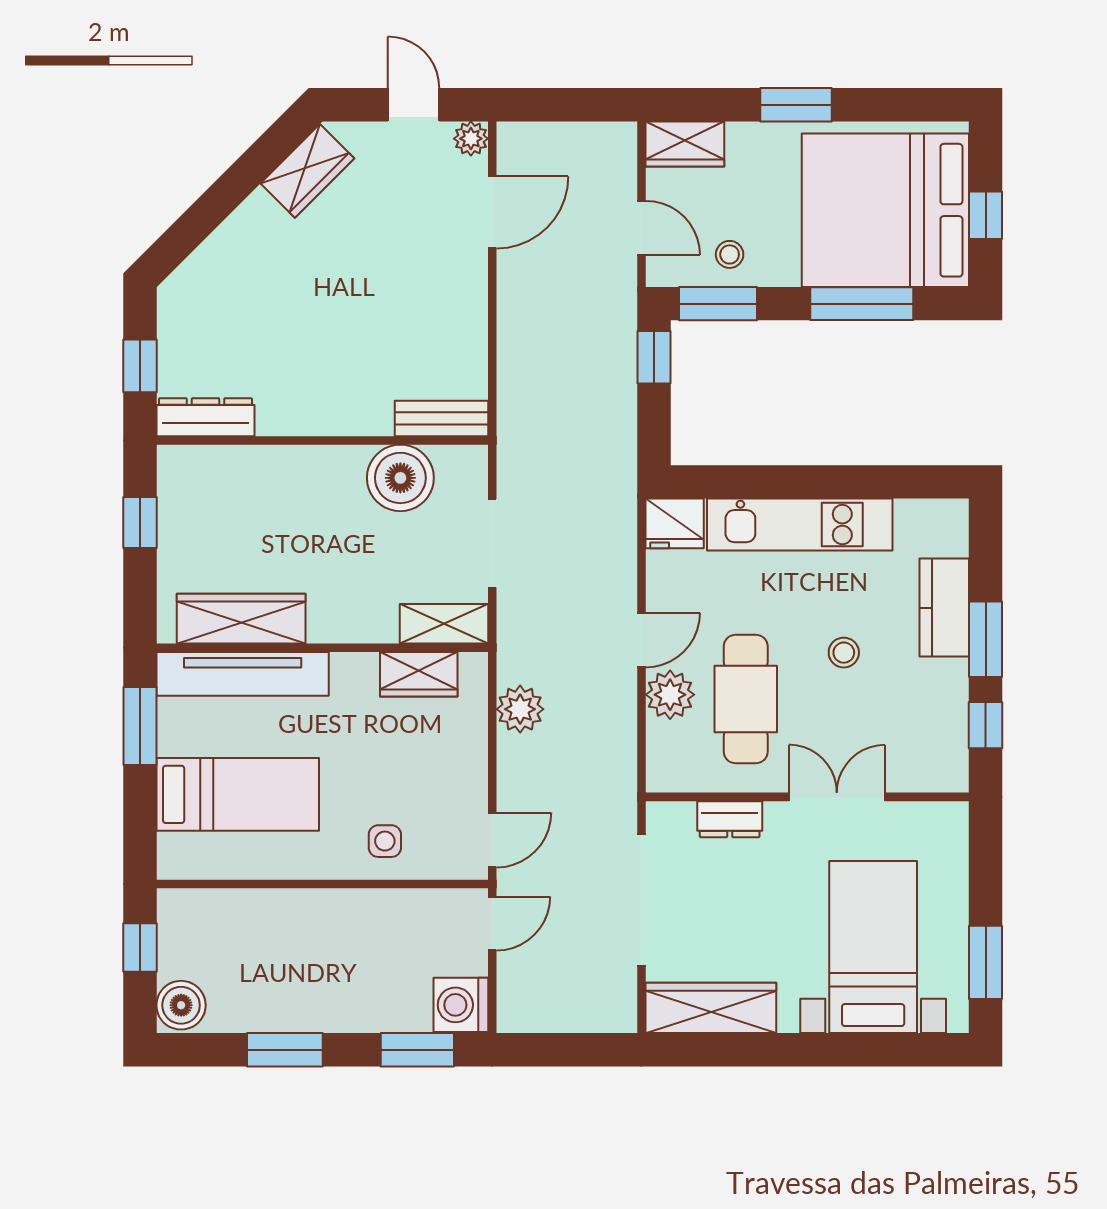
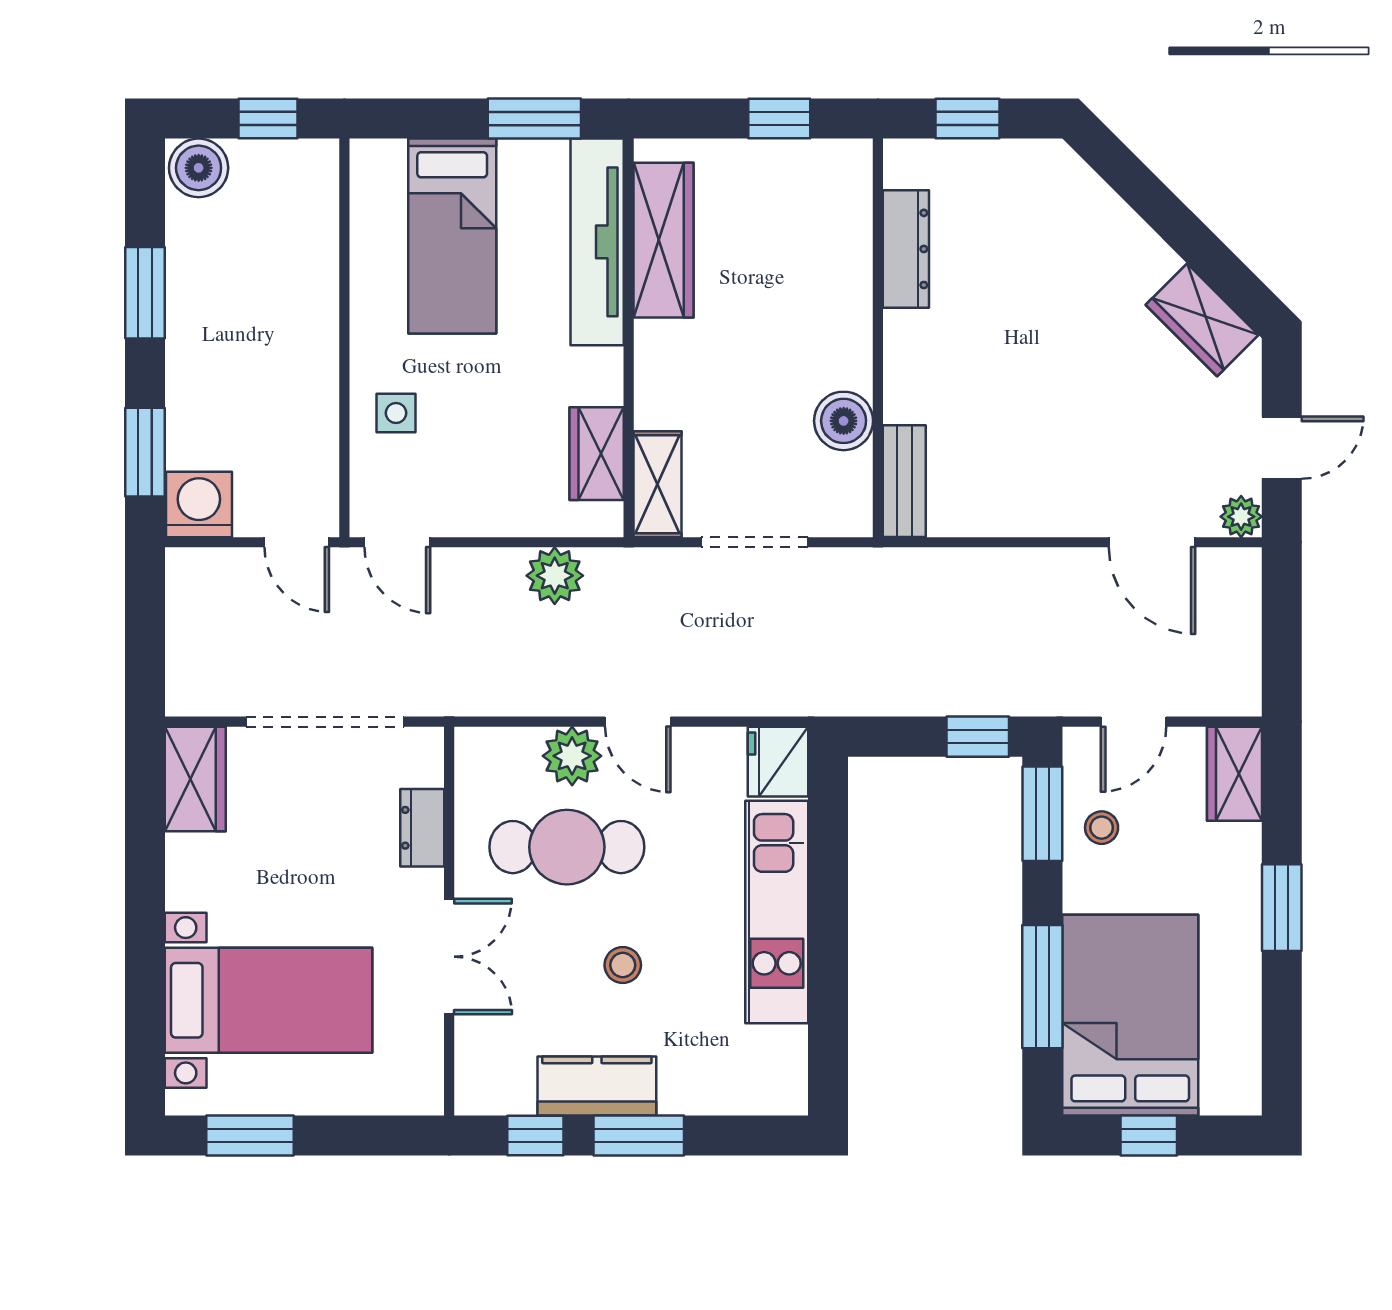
bed: (885, 210) -> (1130, 1015), width x0.73
dresser: (205, 417) -> (906, 249), moved
boiler: (400, 478) -> (844, 421), width x0.73, depth x0.73
kitchen counter: (944, 608) -> (597, 1086), moved
wardrobe: (711, 1008) -> (195, 779), width x0.67

